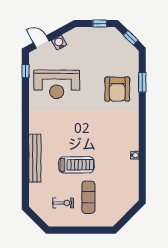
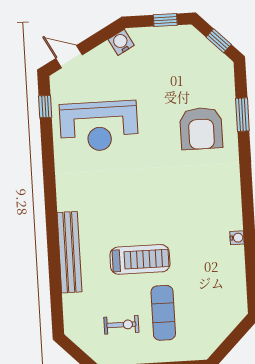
water cooler: (59, 43) -> (121, 42), moved

